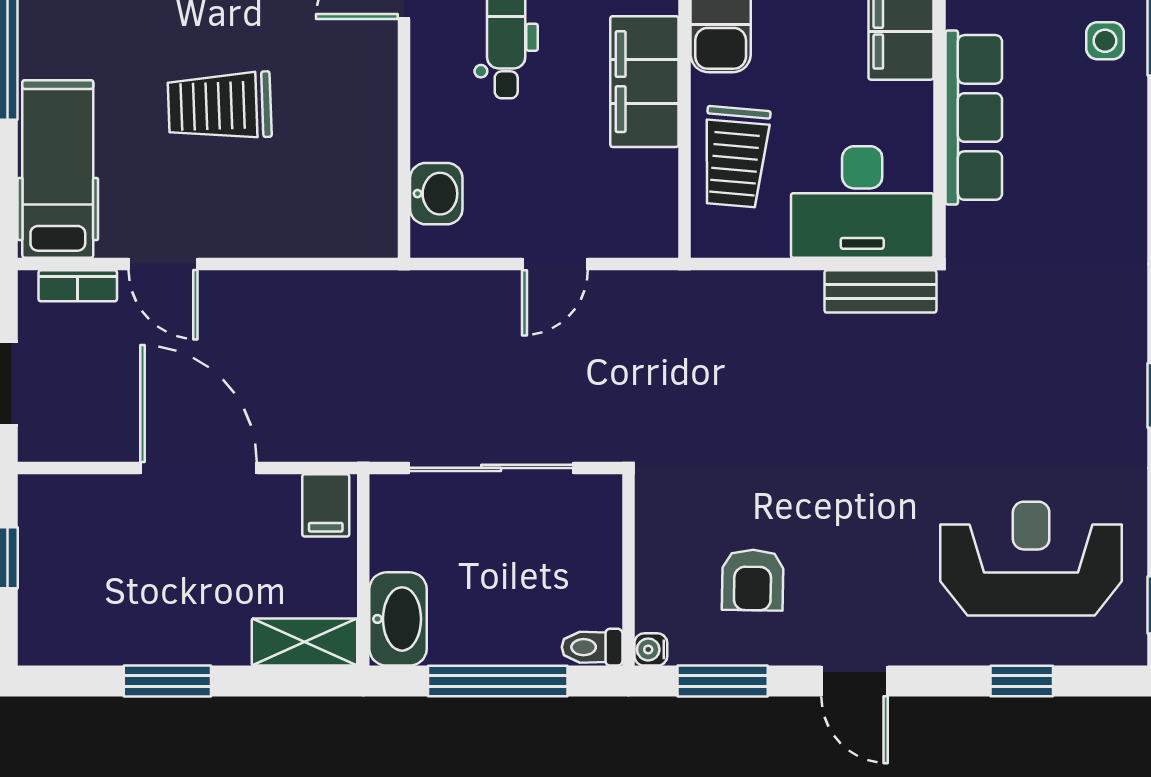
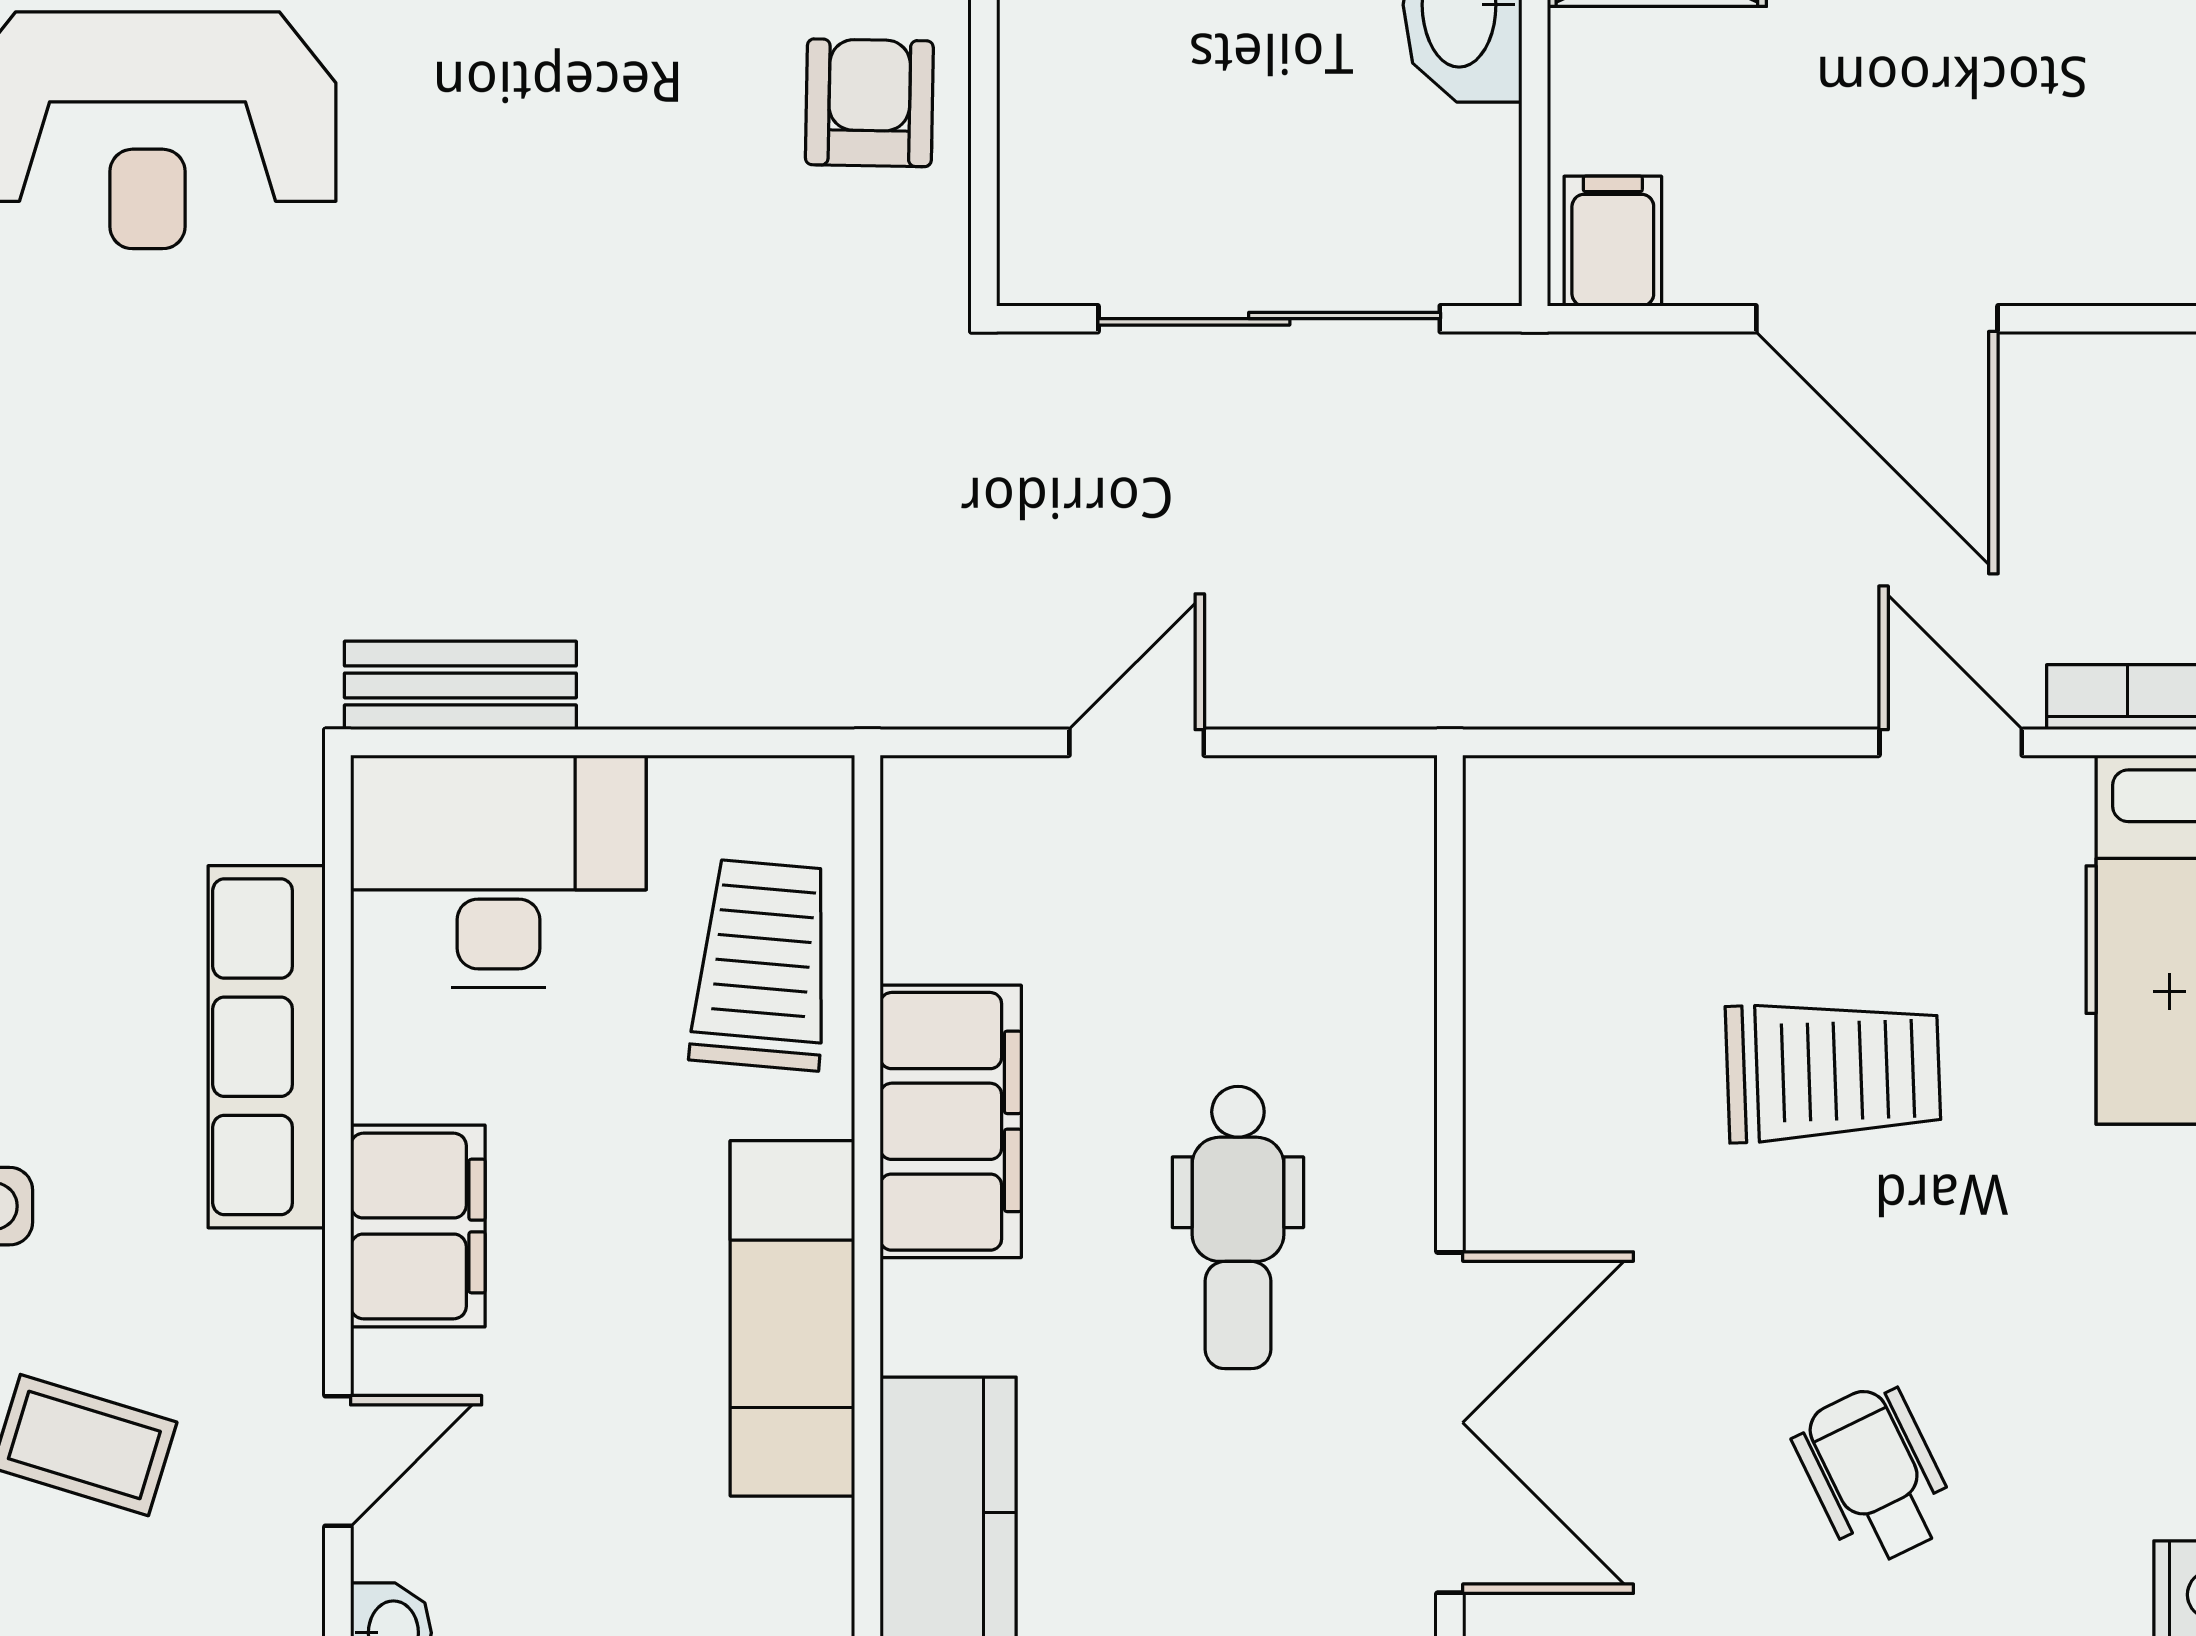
washbasin: (436, 194) -> (1383, 889), removed
armchair: (753, 580) -> (869, 103), moved

